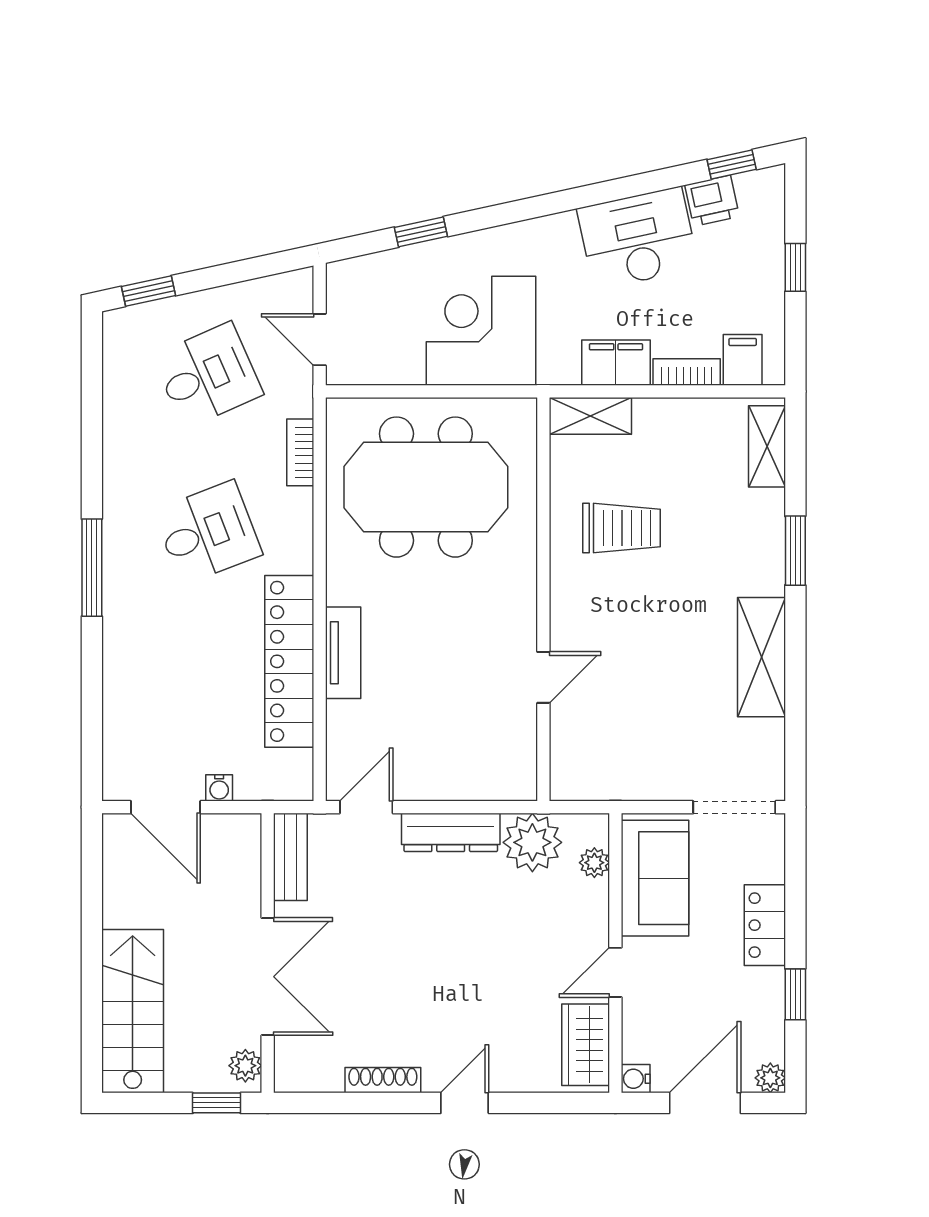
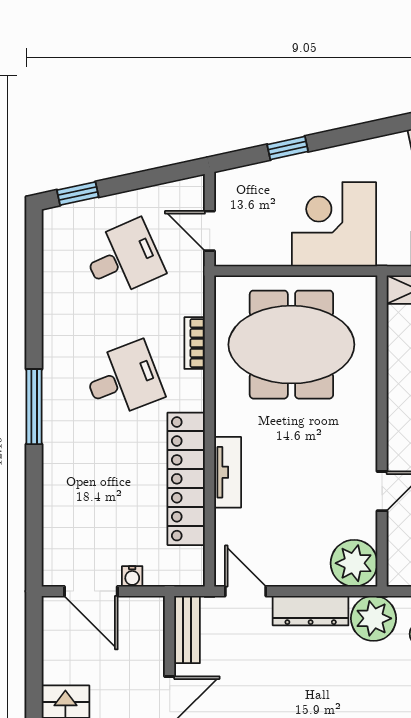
bookcase: (300, 452) -> (195, 343), moved
plant: (507, 771) -> (354, 563), added
door: (366, 807) -> (245, 591), hinge flipped

